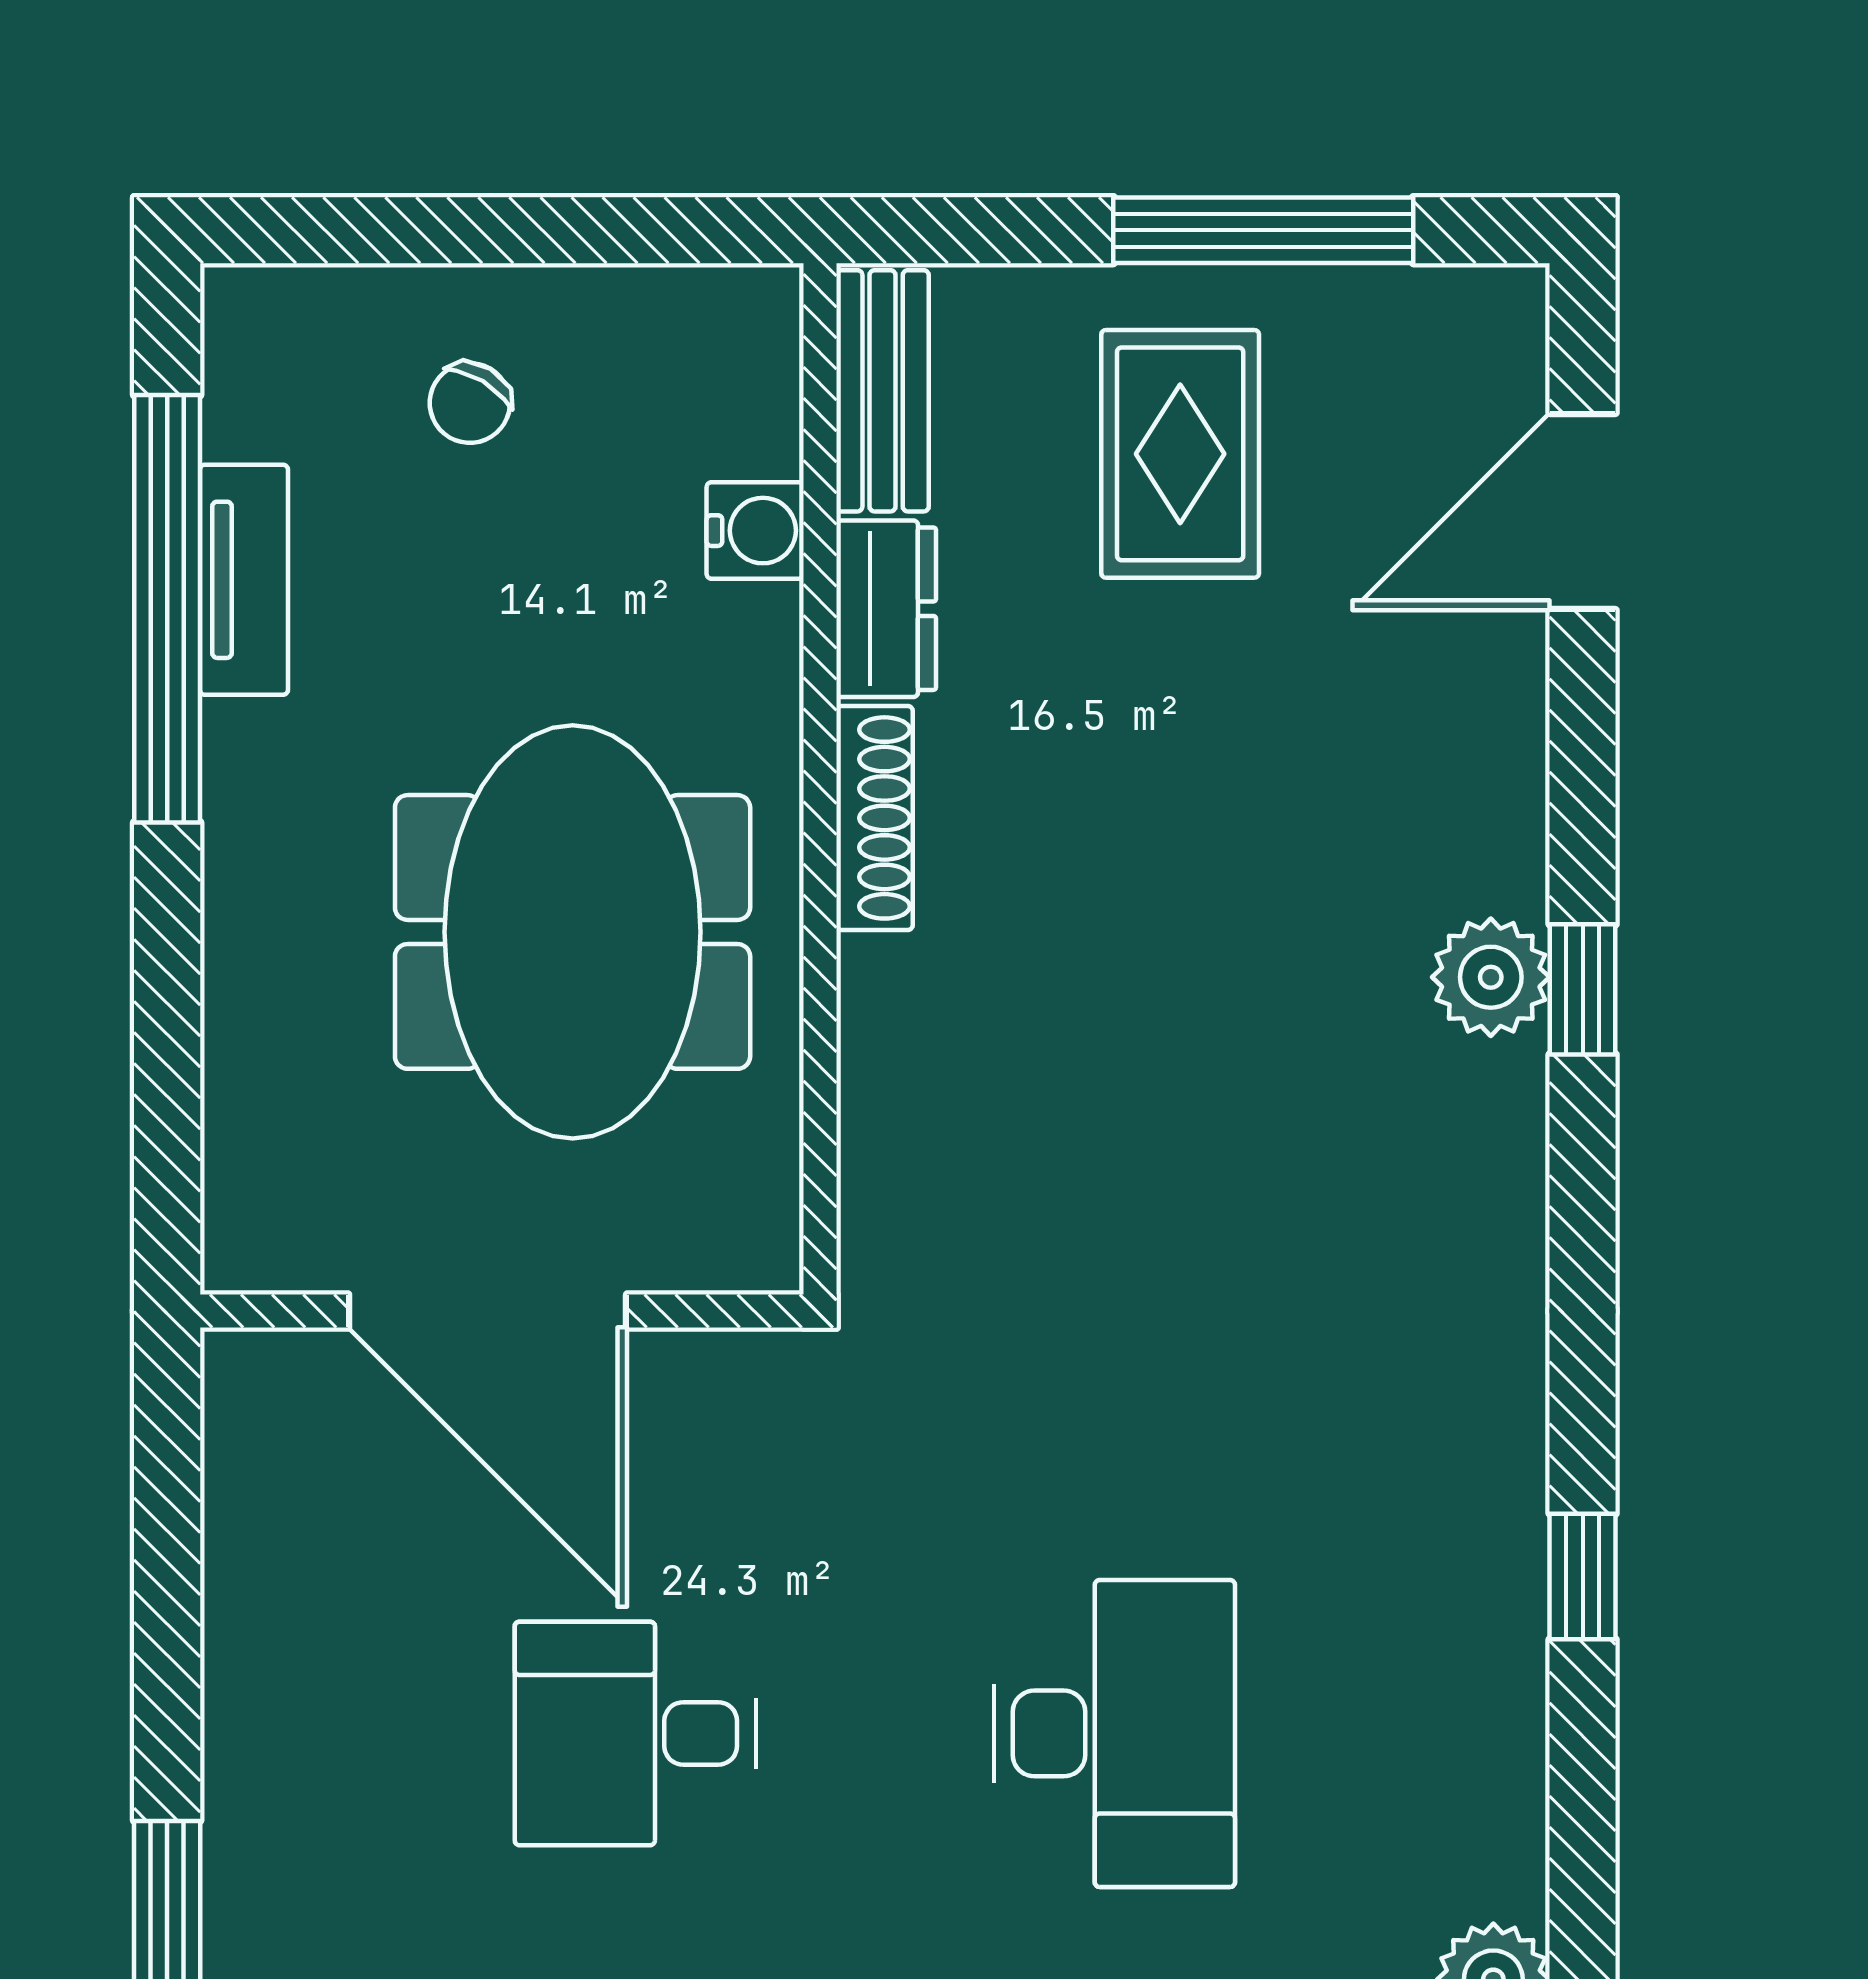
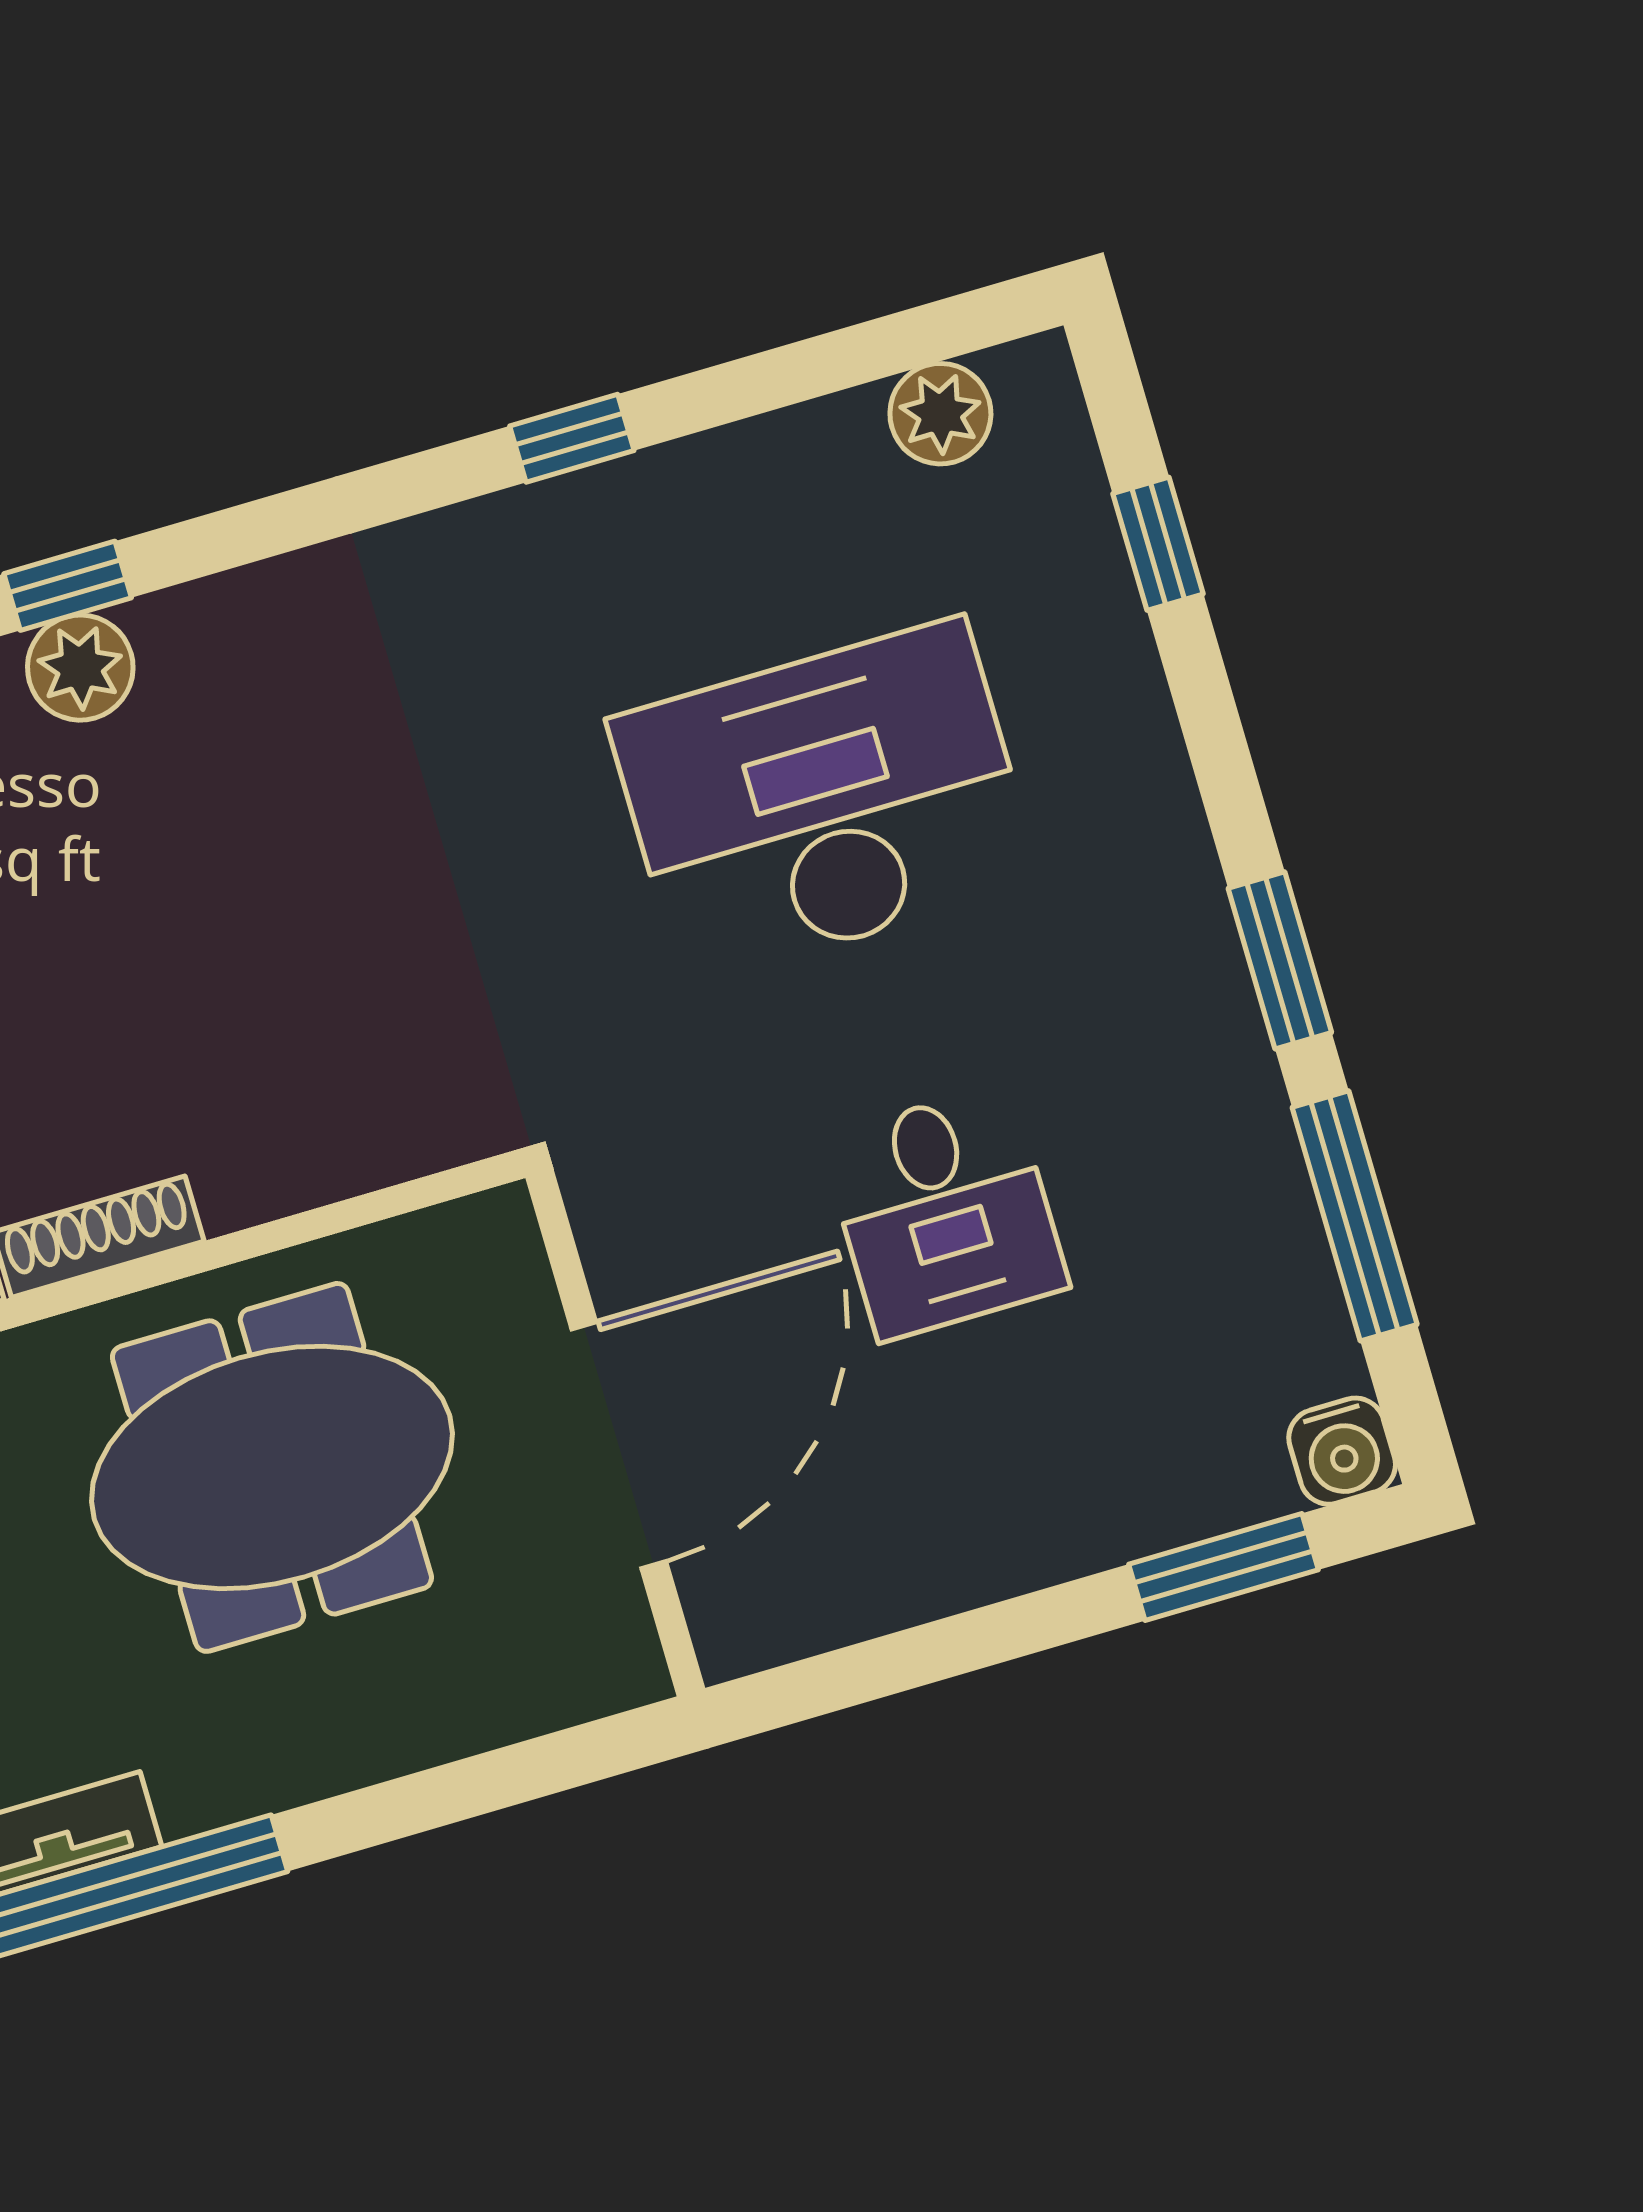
desk: (1114, 1733) -> (824, 801), width x1.36, depth x1.30

